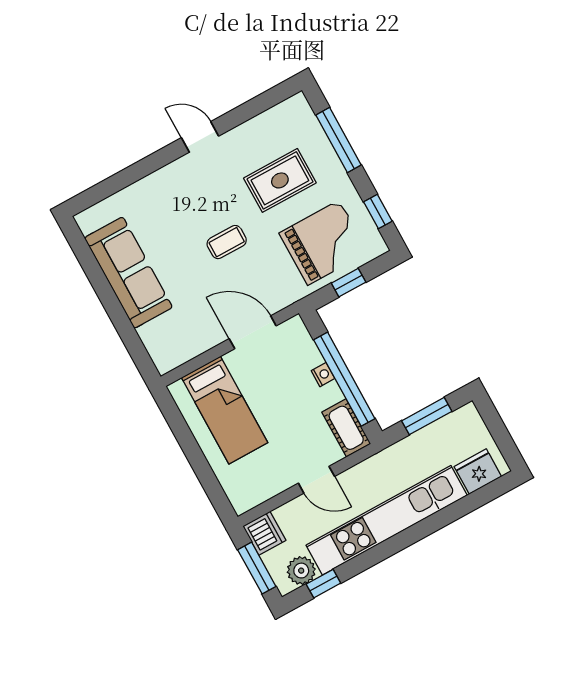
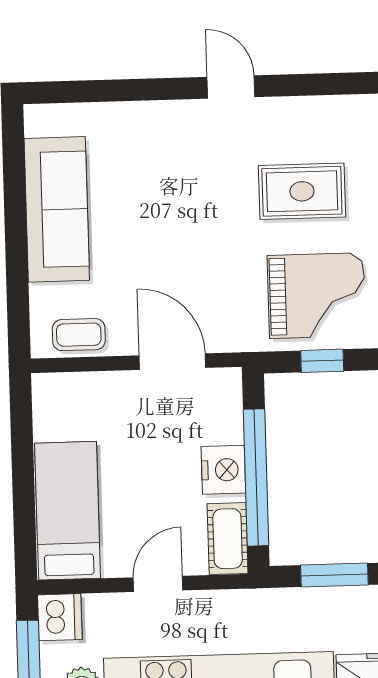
coffee table: (227, 242) -> (79, 335), moved
nightstand: (323, 375) -> (223, 470), width x1.89, depth x1.79
bed: (225, 410) -> (68, 511), moved, turned 180
door: (316, 480) -> (158, 584), swing flipped

